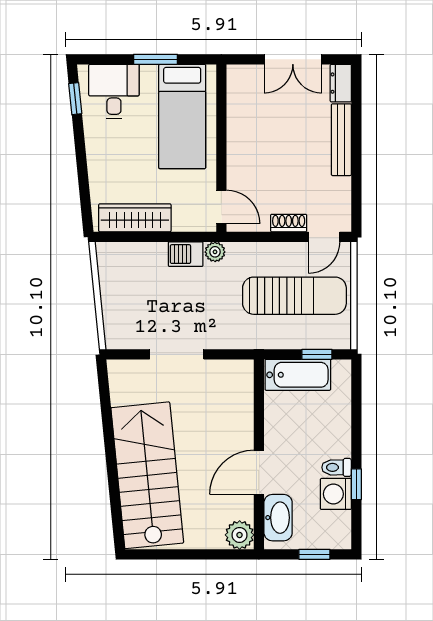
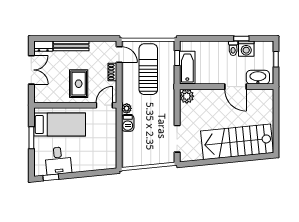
desk: (114, 91) -> (58, 161), moved, turned -96
rug: (265, 155) -> (79, 84), added
wardrobe: (135, 218) -> (110, 148), removed
doorway: (177, 354) -> (177, 139), moved
plant: (240, 535) -> (187, 96), moved

